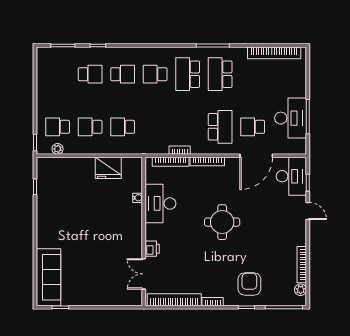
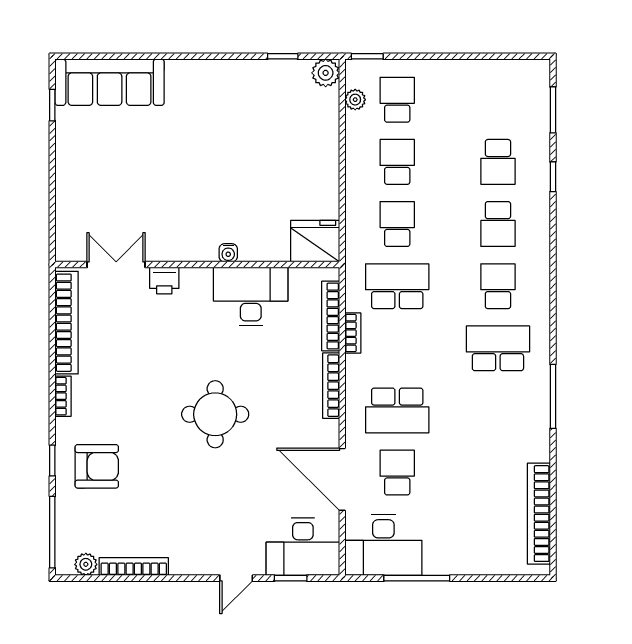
school desk: (220, 74) -> (397, 286), moved
desk: (291, 118) -> (383, 545), moved
plant: (44, 164) -> (326, 73), added
fridge: (108, 168) -> (315, 241), moved, turned 90
water cooler: (138, 198) -> (228, 253), moved

